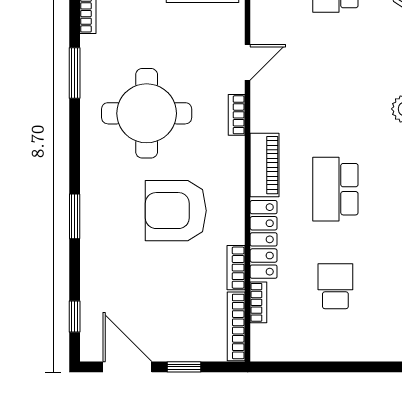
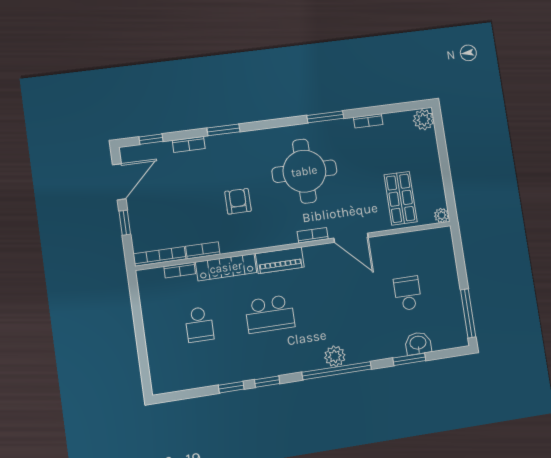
door: (248, 62) -> (351, 238), width x1.38
school desk: (335, 189) -> (270, 314), turned 180
armchair: (176, 211) -> (238, 201), width x0.53, depth x0.53
bookcase: (88, 267) -> (189, 144), added
school desk: (335, 286) -> (199, 324), turned 90

